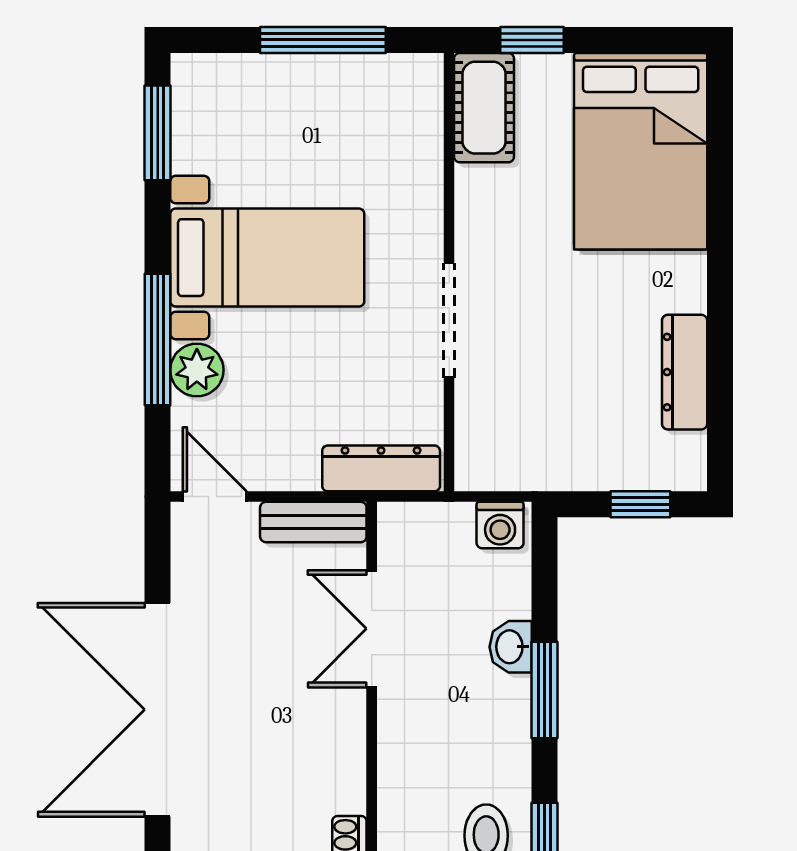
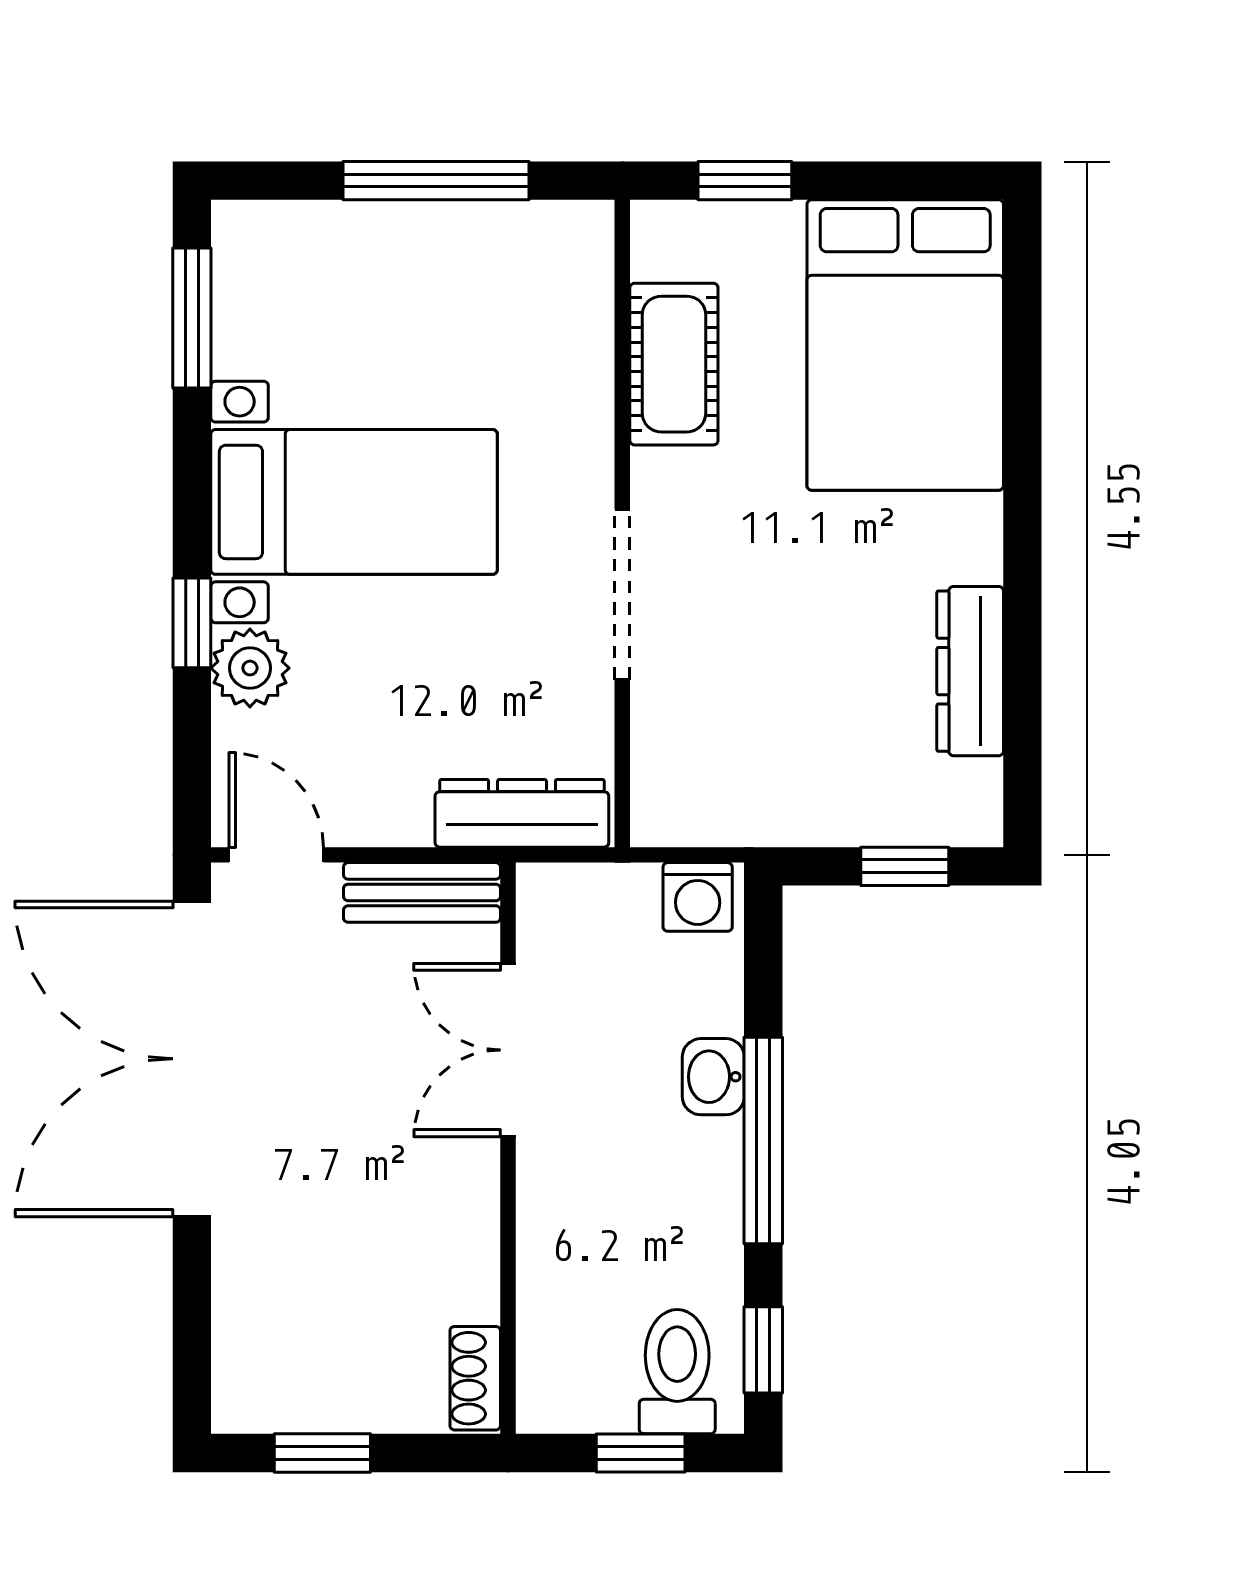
cot: (484, 108) -> (674, 364), moved
window: (158, 339) -> (192, 623), width x0.46
window: (545, 690) -> (763, 1141), width x1.44
double door: (158, 710) -> (192, 1059), moved

